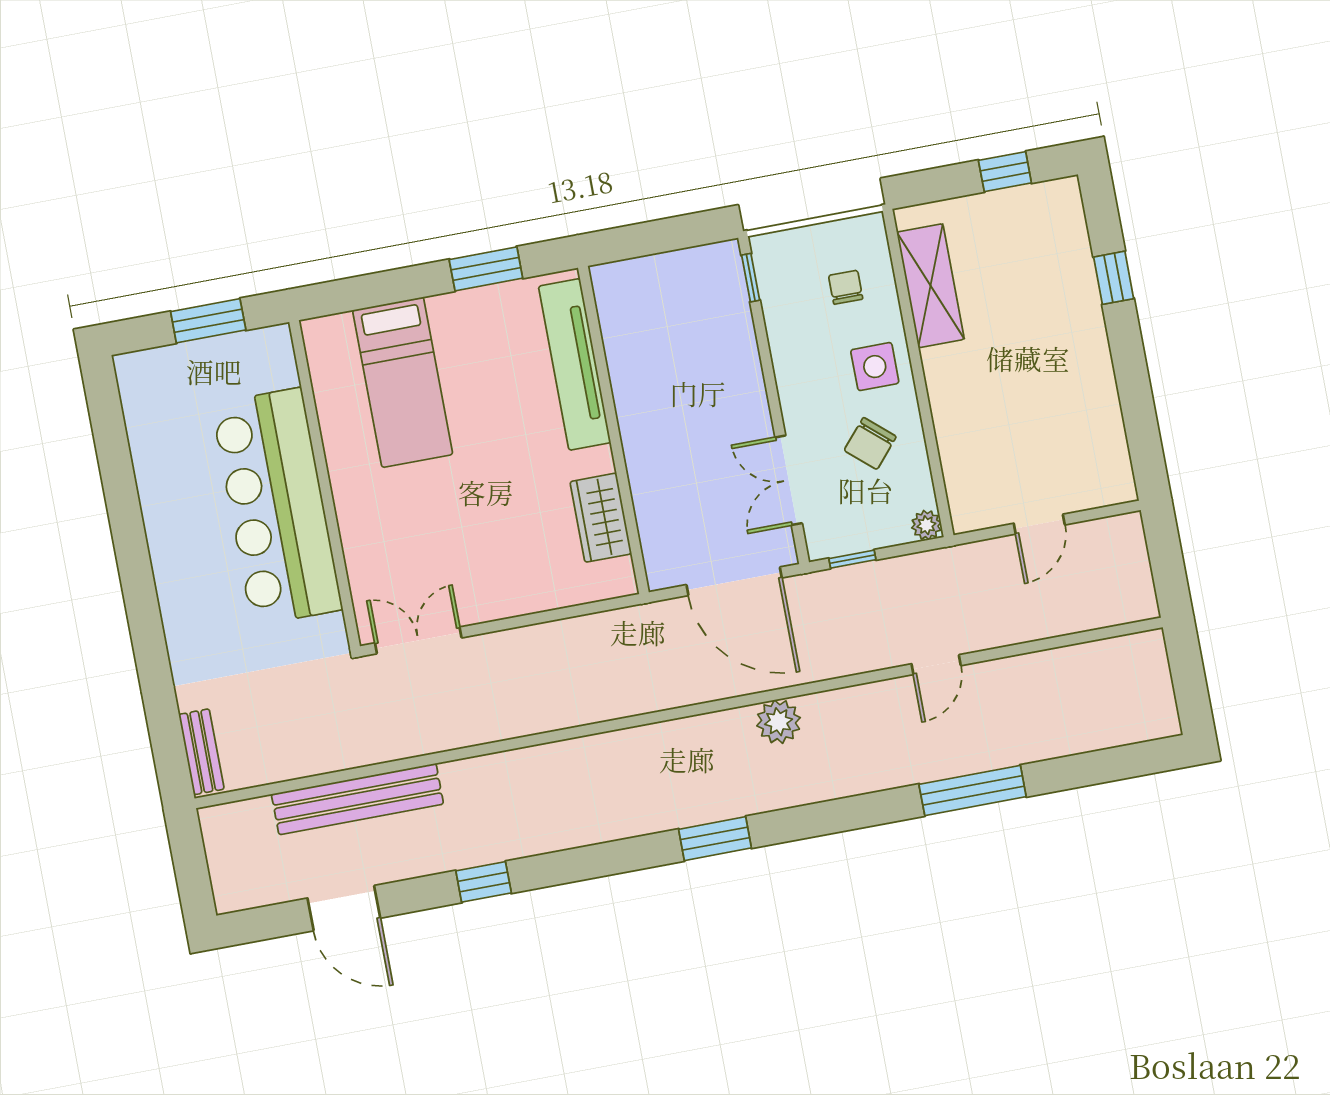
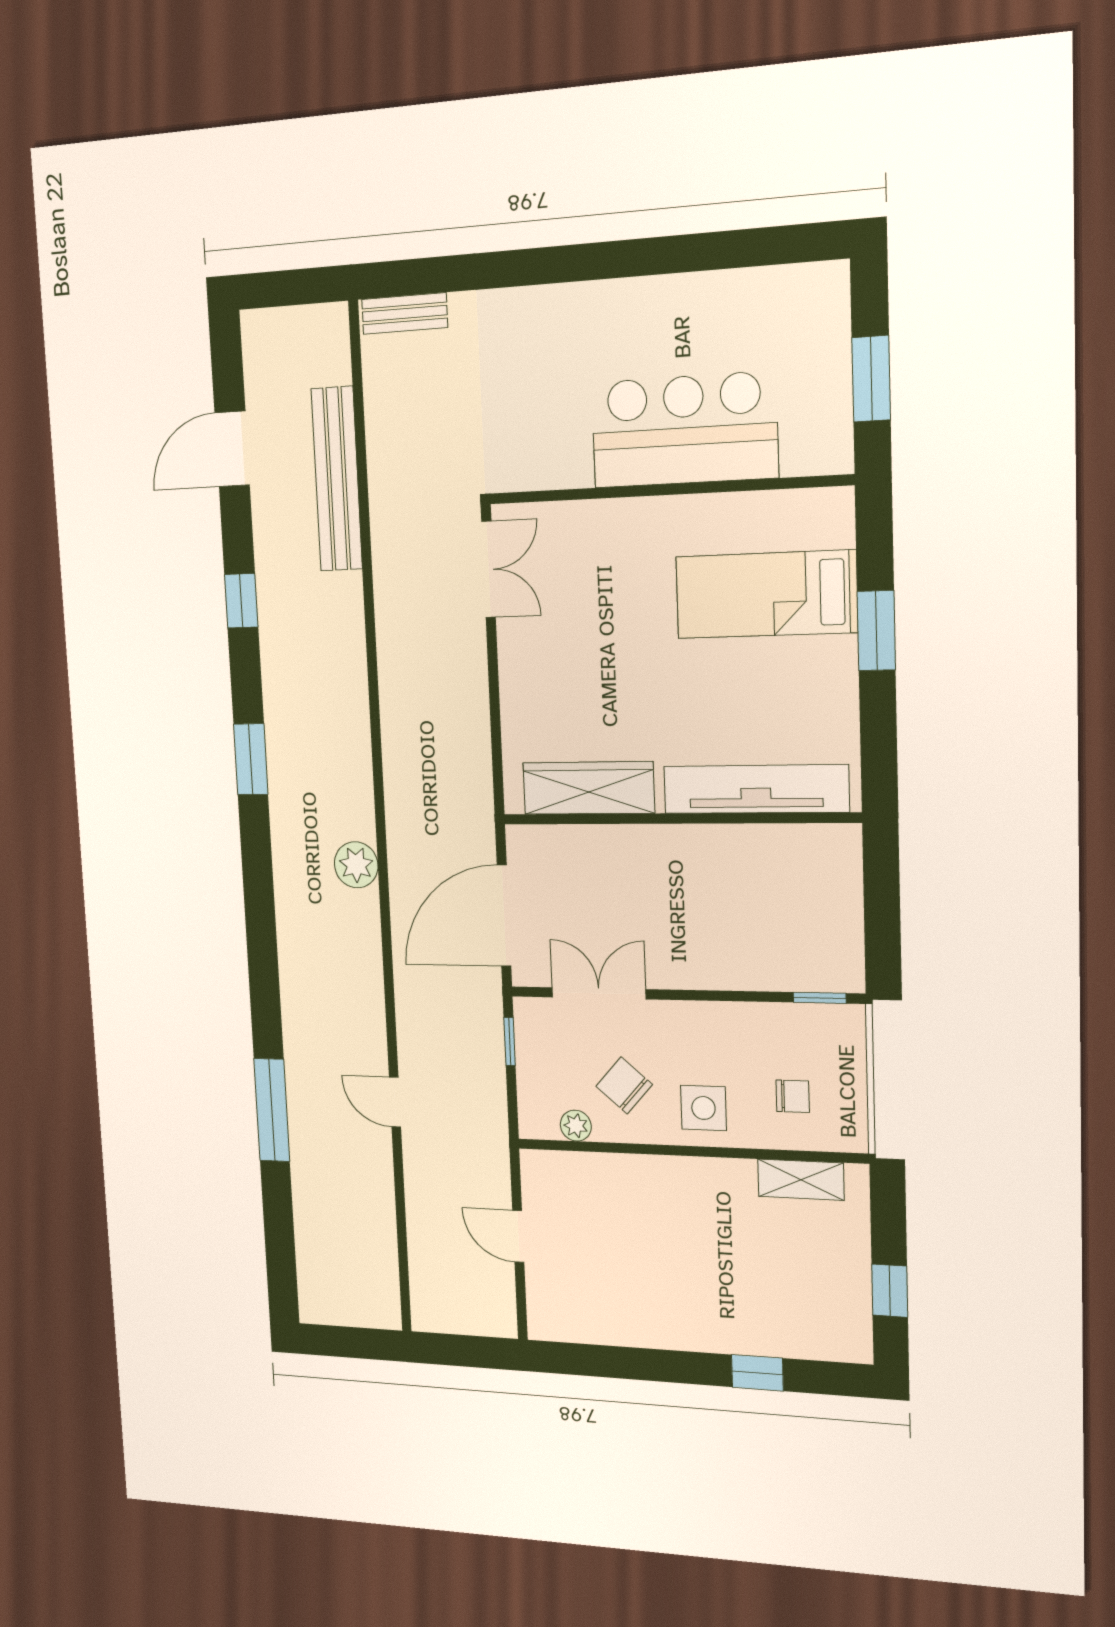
window: (486, 269) -> (876, 631), moved
shelving: (931, 286) -> (801, 1180), width x0.67, depth x0.75
bar counter: (277, 507) -> (684, 430), width x0.73
wardrobe: (601, 518) -> (588, 788), width x1.50
plant: (926, 525) -> (576, 1126), moved
plant: (779, 722) -> (356, 865), moved
window: (715, 839) -> (251, 759), moved

